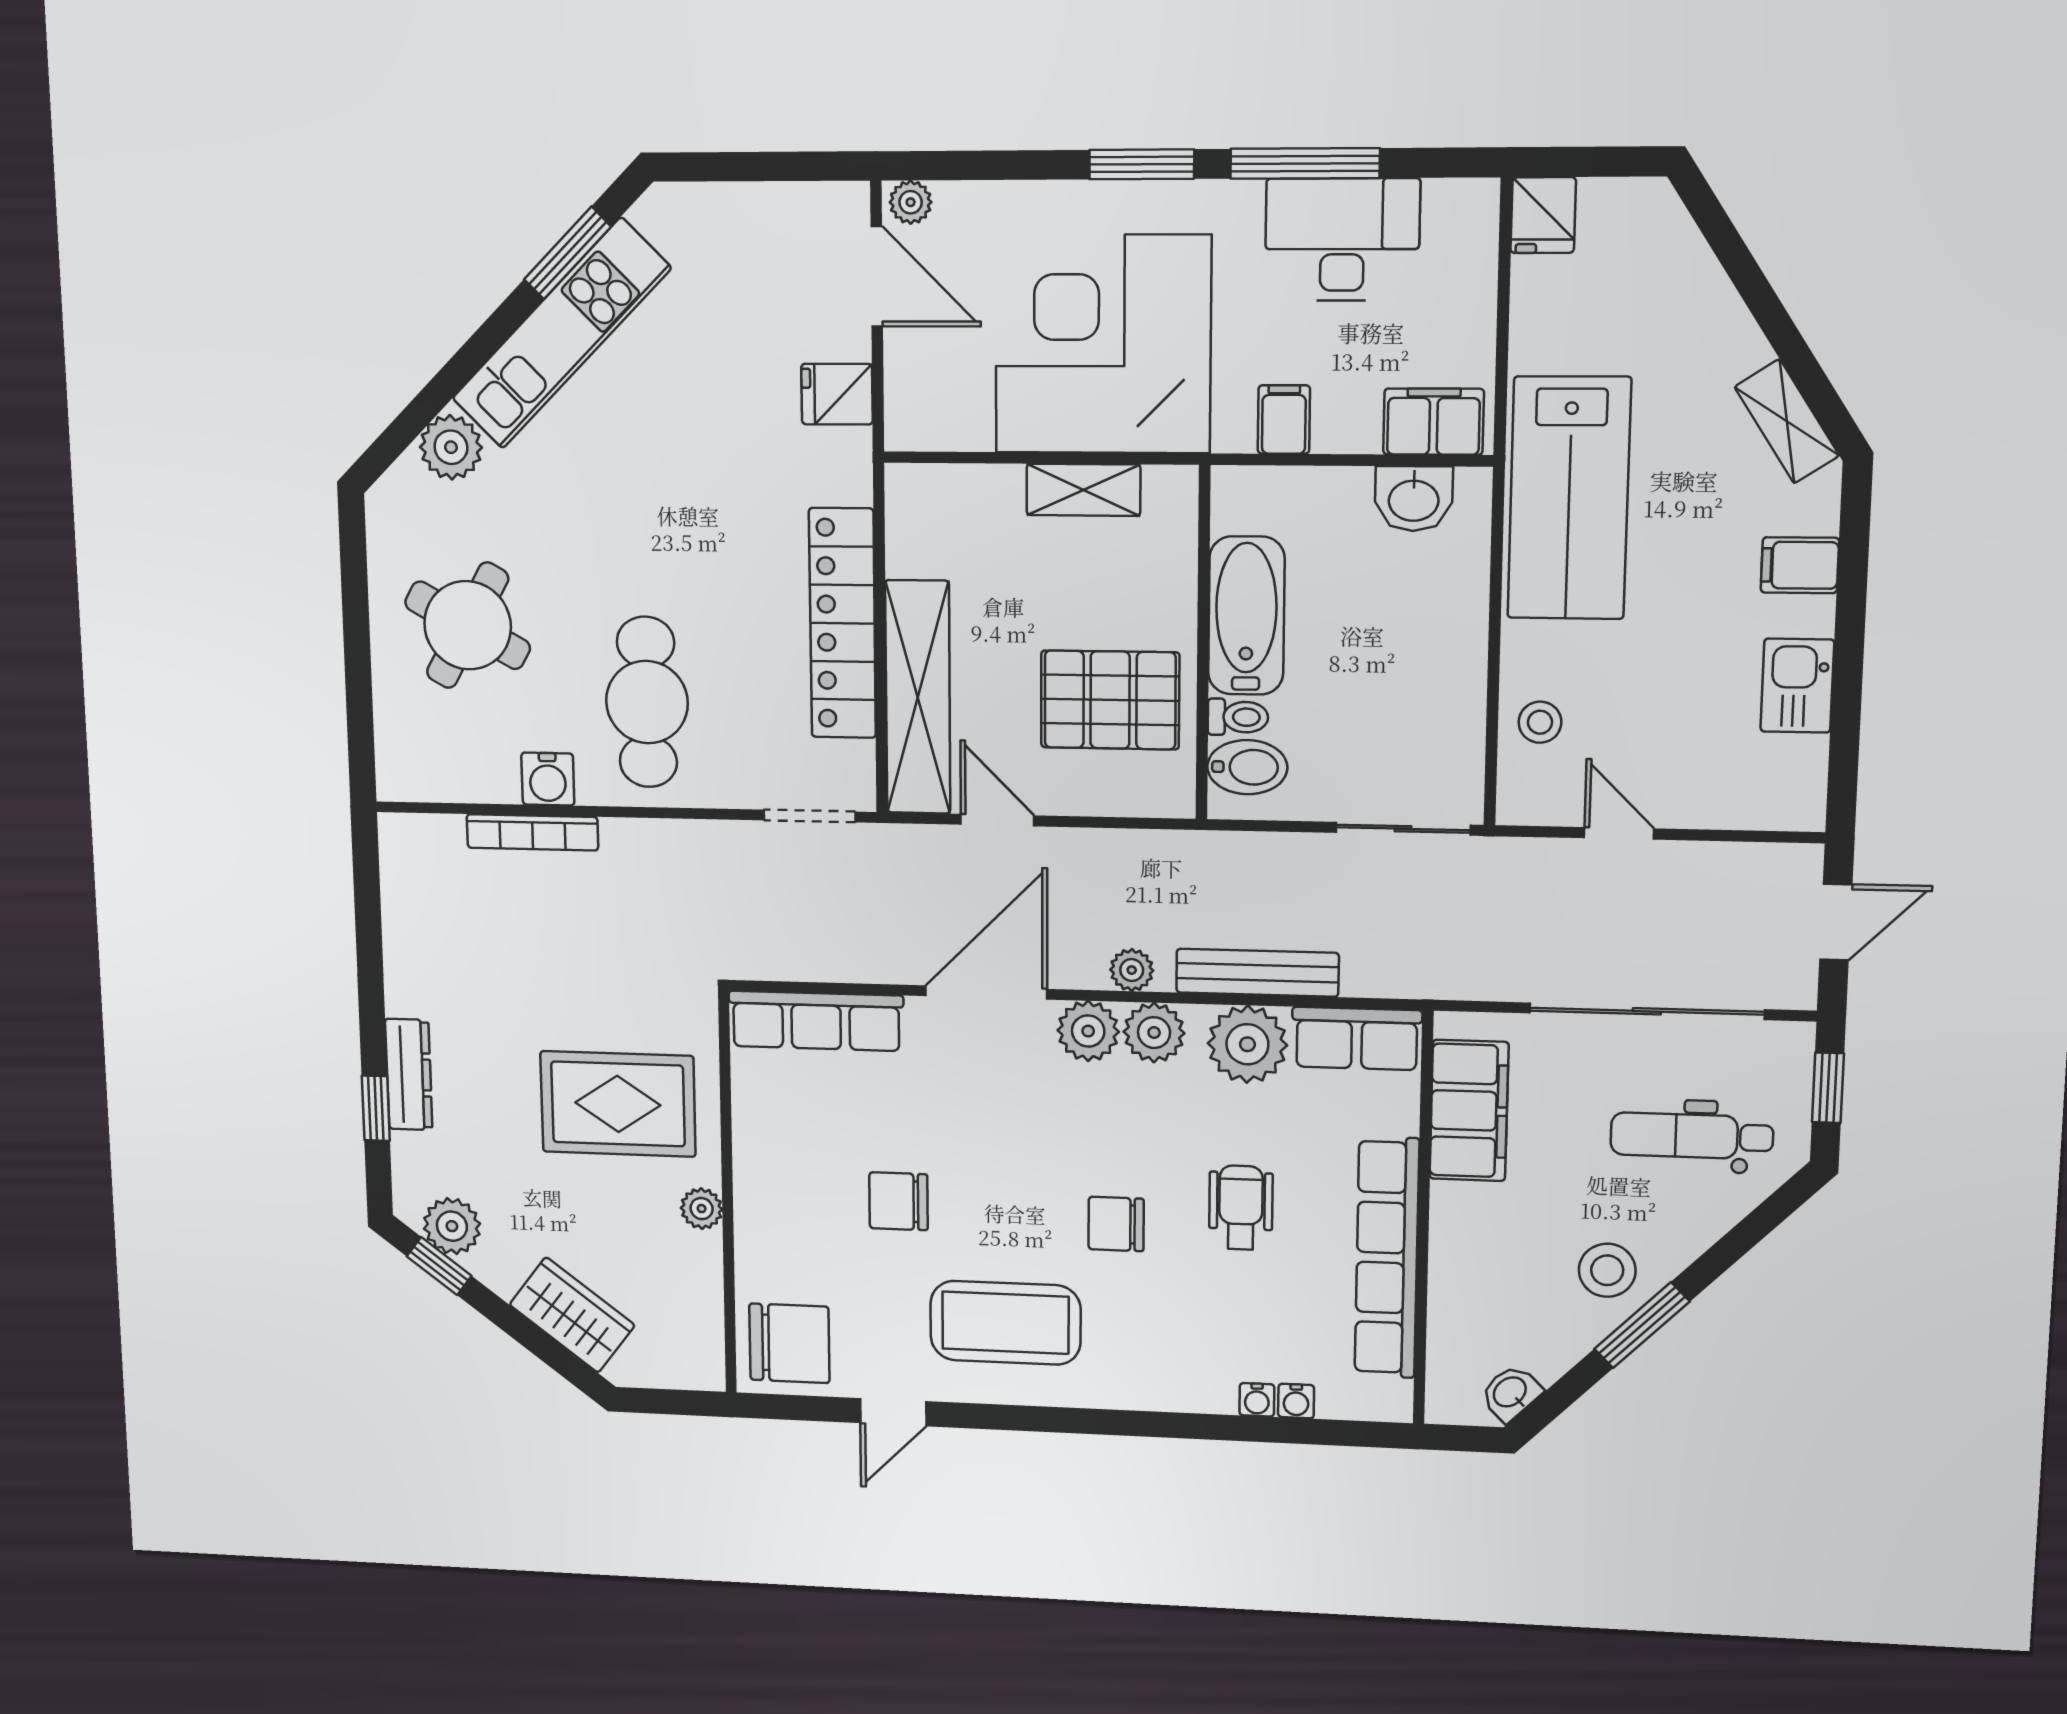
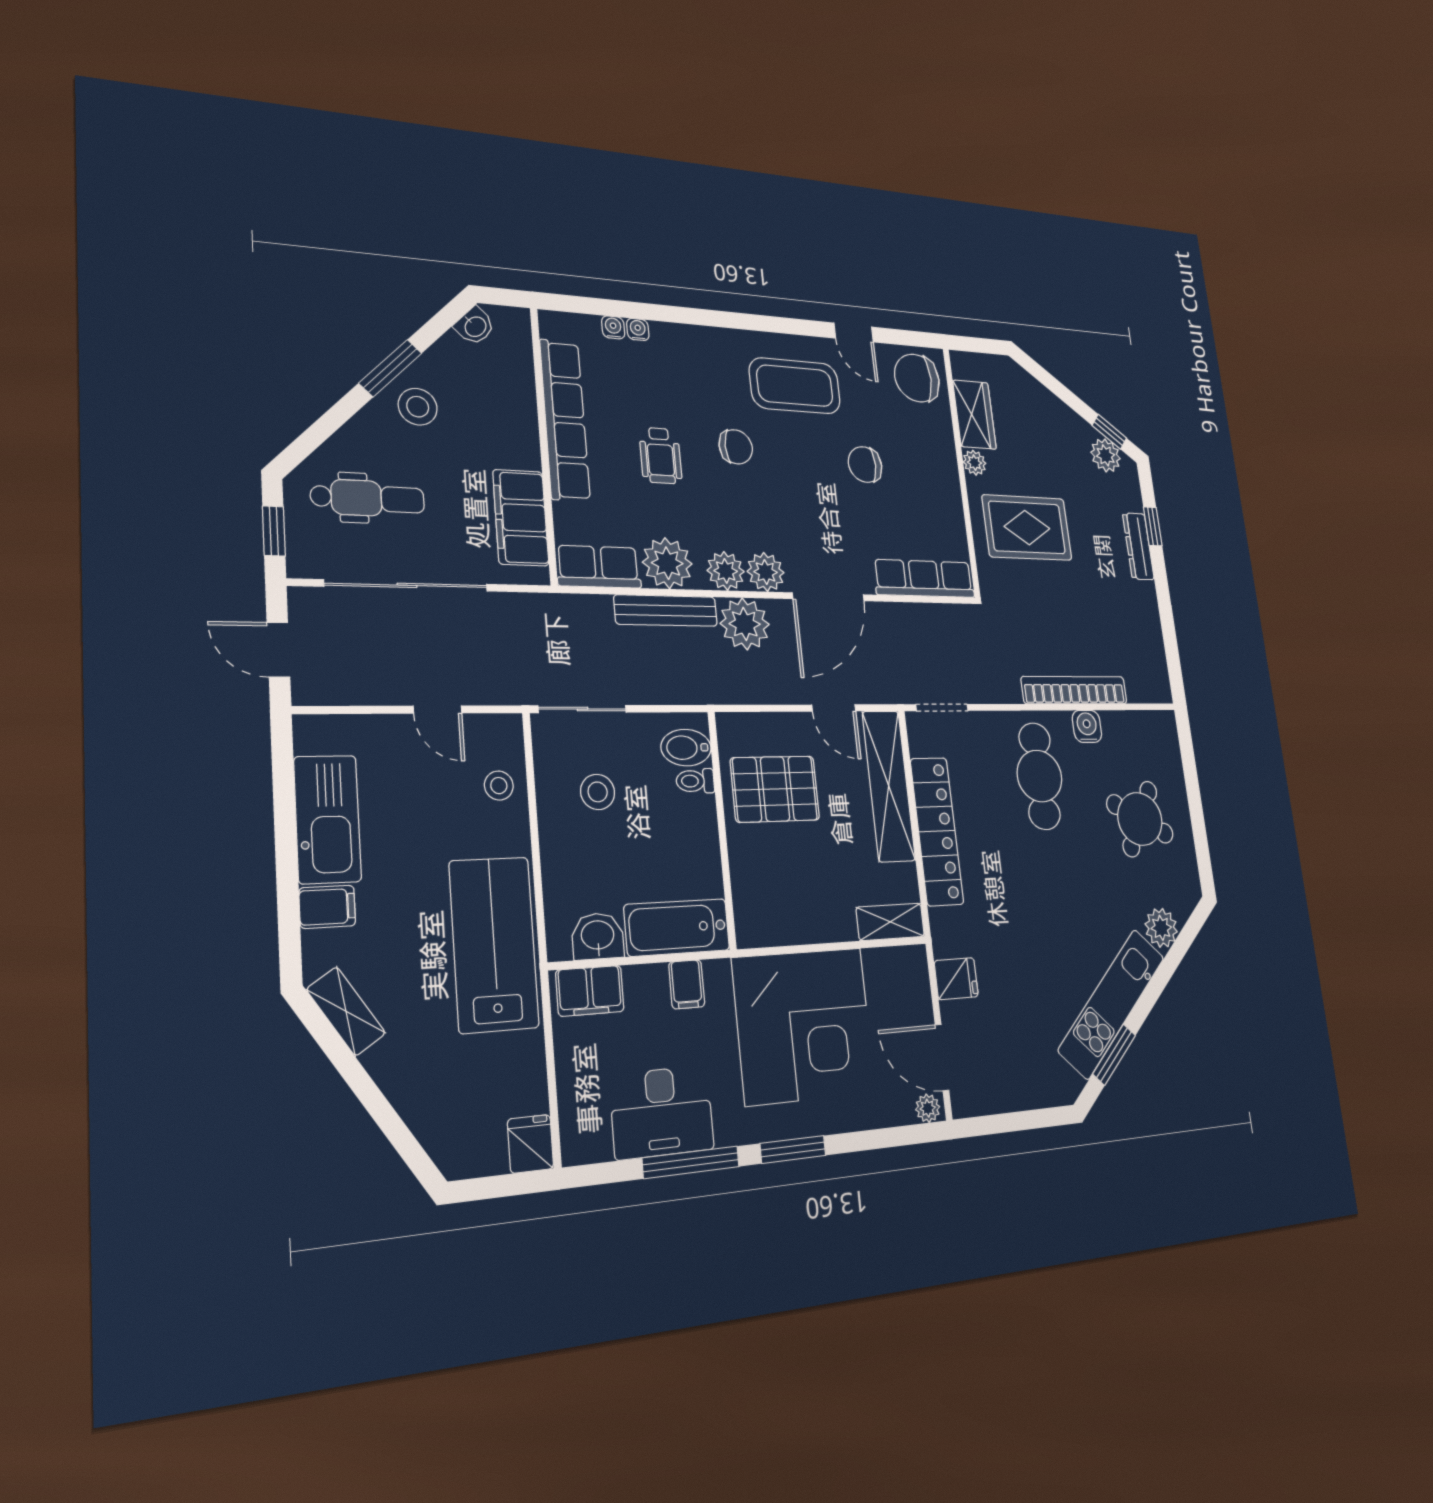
shelving: (1083, 490) -> (890, 922), moved
bathtub: (1246, 616) -> (677, 927), moved, turned 90
kitchen sink: (1797, 686) -> (327, 819), width x1.87, depth x1.24
stool: (1392, 707) -> (598, 792), added
bookcase: (532, 832) -> (1074, 690), width x1.48, depth x1.31
door: (1836, 922) -> (278, 650), hinge flipped
plant: (1132, 970) -> (745, 624), width x1.88, depth x1.88
chair: (898, 1201) -> (865, 465), turned 180
wardrobe: (572, 1315) -> (974, 415), moved, turned -127
door: (893, 1412) -> (854, 333), swing flipped

